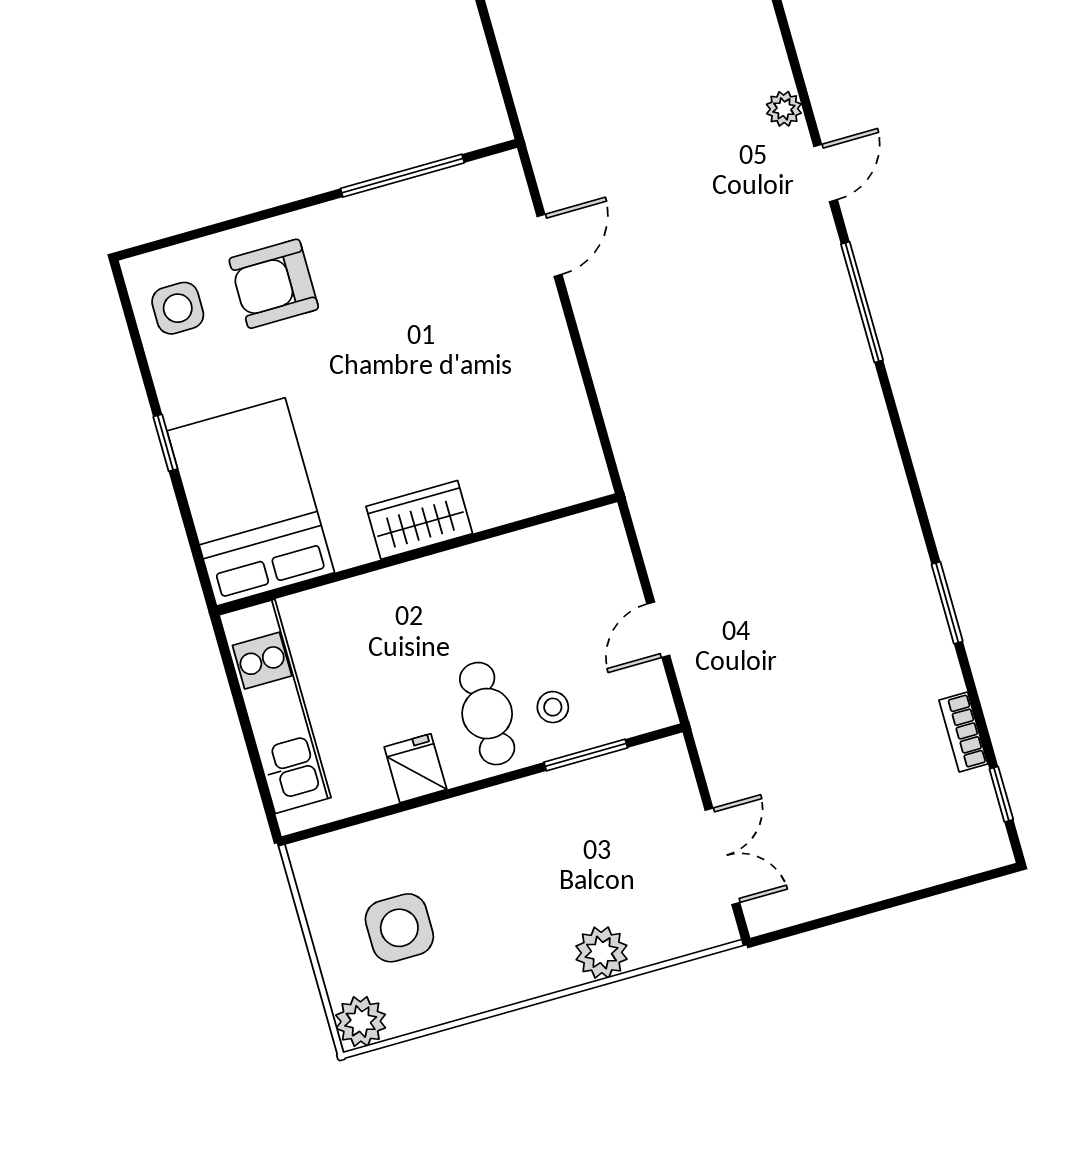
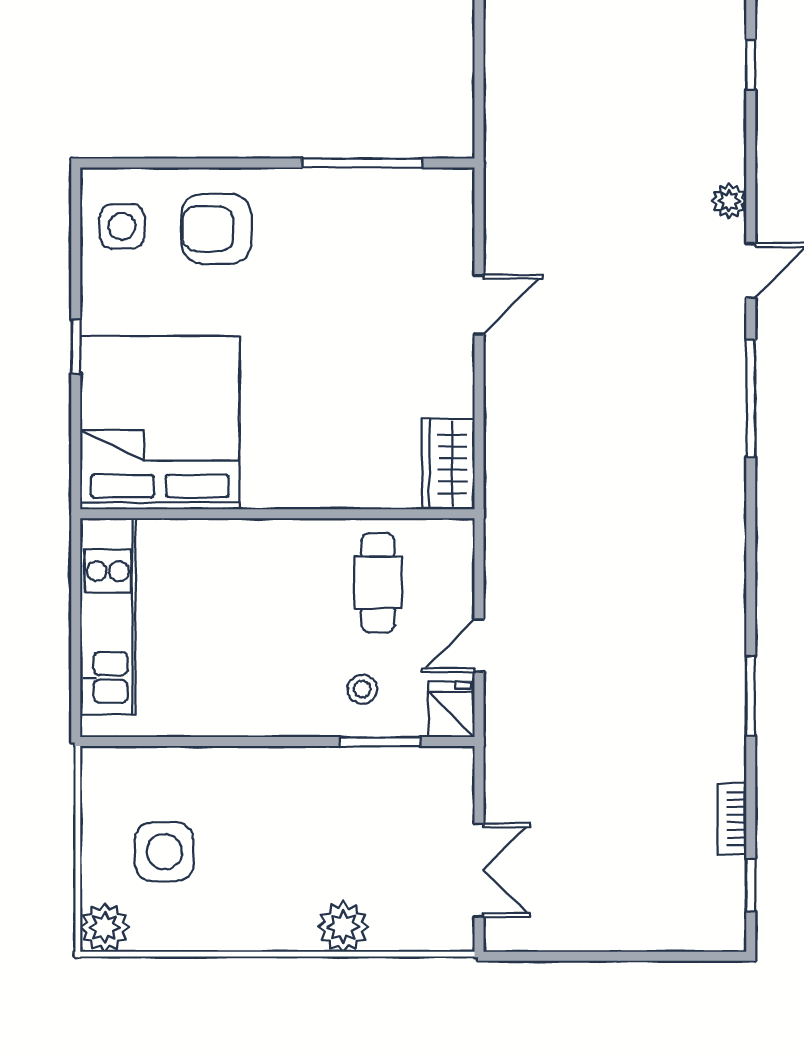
door: (550, 245) -> (479, 305), moved
bed: (251, 502) -> (160, 423), width x1.36
wardrobe: (419, 520) -> (448, 464), moved, turned -90
cafe table: (487, 714) -> (378, 583), moved
fridge: (415, 768) -> (451, 710), moved

